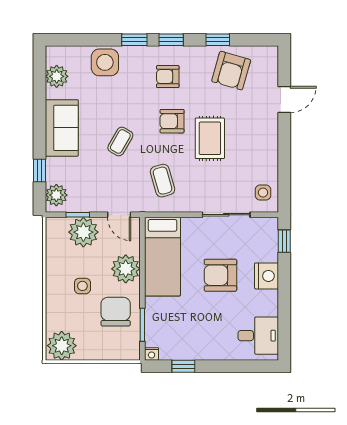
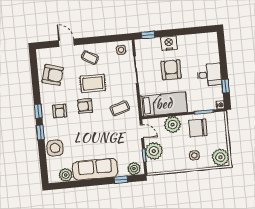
window: (218, 40) -> (36, 84), removed
armchair: (172, 121) -> (85, 106), turned 90
sofa: (62, 128) -> (95, 169), width x1.36
coffee table: (120, 141) -> (90, 58), moved
door: (119, 215) -> (142, 131), hinge flipped
armchair: (220, 275) -> (171, 70), turned 180
side table: (82, 286) -> (194, 155), moved
desk: (258, 336) -> (209, 75), moved, turned 90

